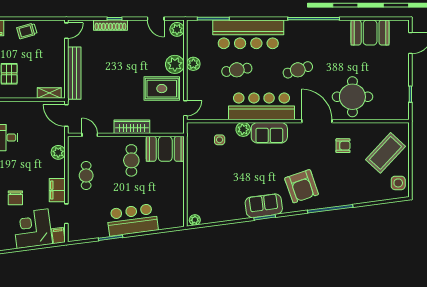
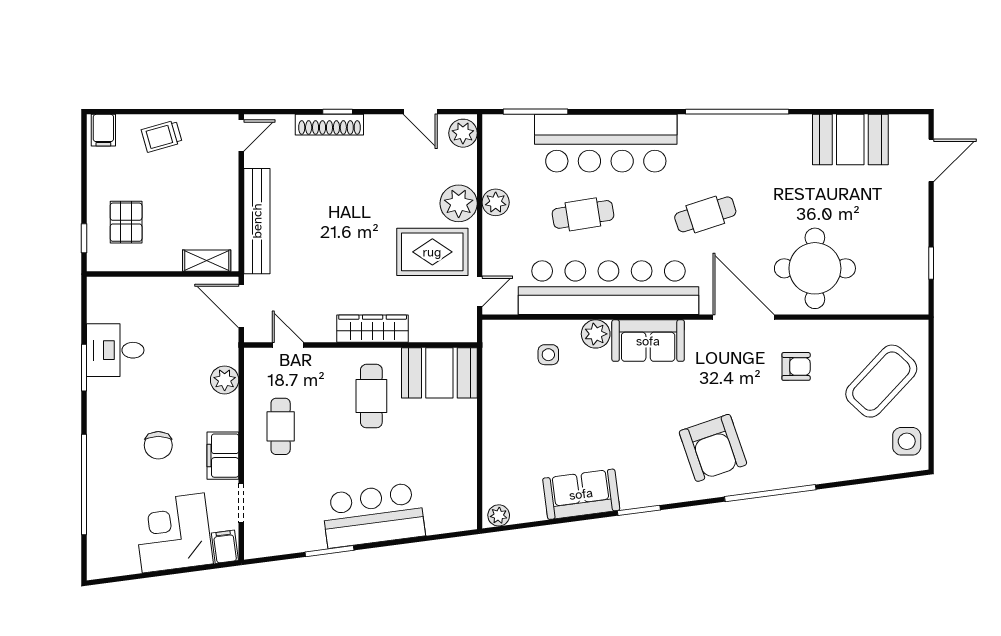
bar counter: (261, 106) -> (608, 288), width x1.36
chair: (15, 198) -> (158, 445), moved
sofa: (264, 206) -> (581, 494), moved

